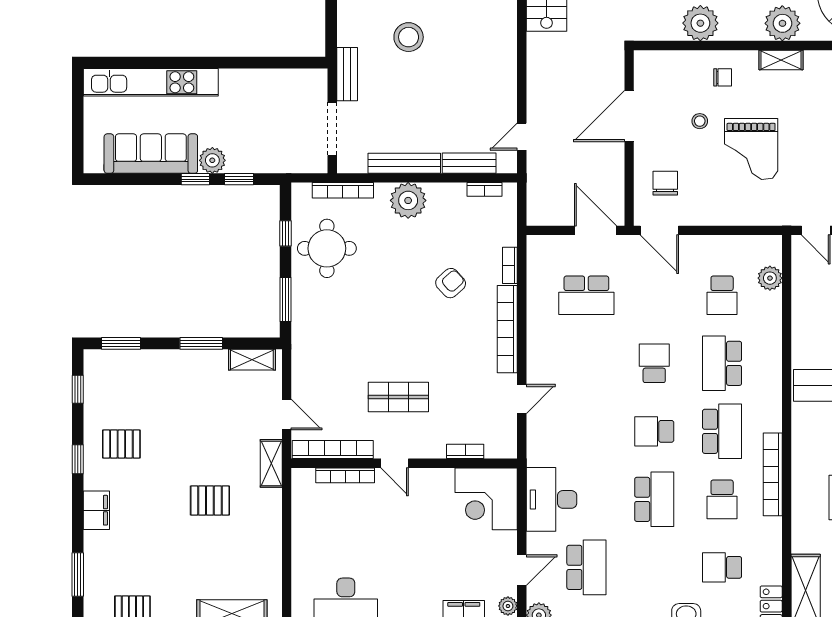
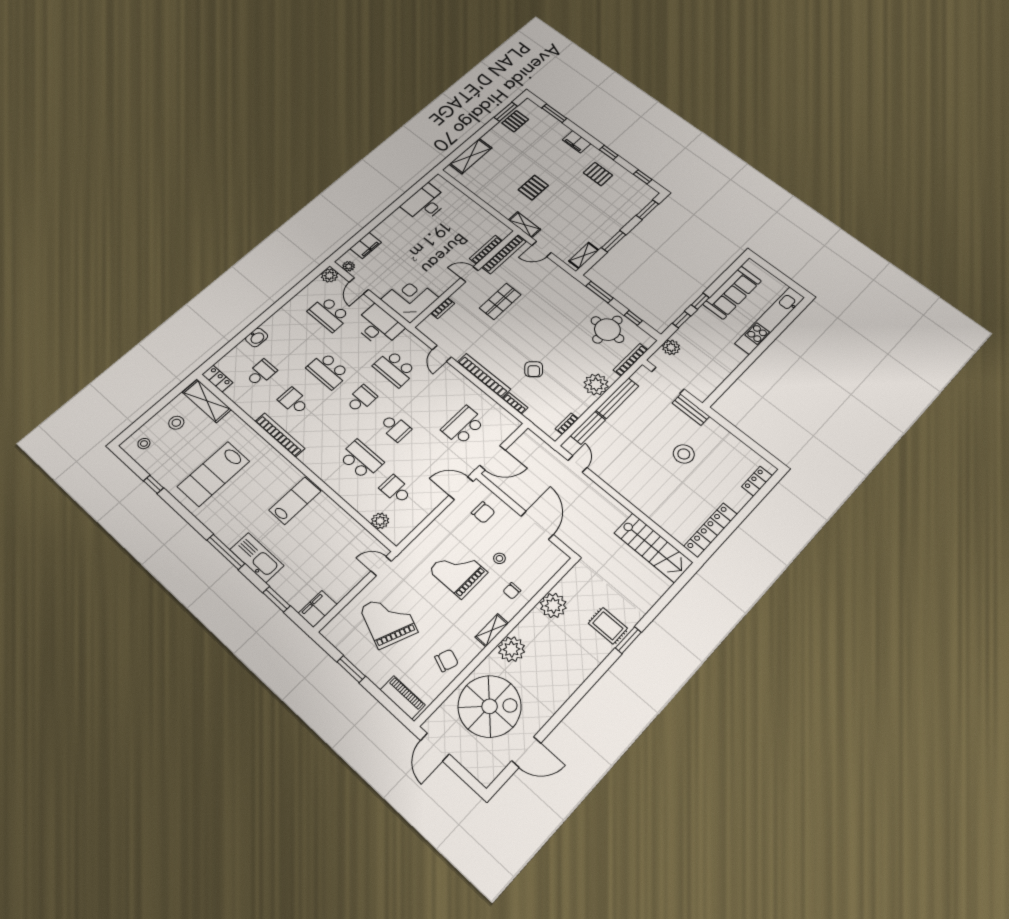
plant: (212, 160) -> (671, 347), moved
school desk: (722, 431) -> (395, 369), moved
pallet: (121, 444) -> (598, 174), turned 90

